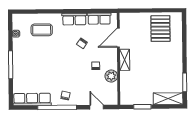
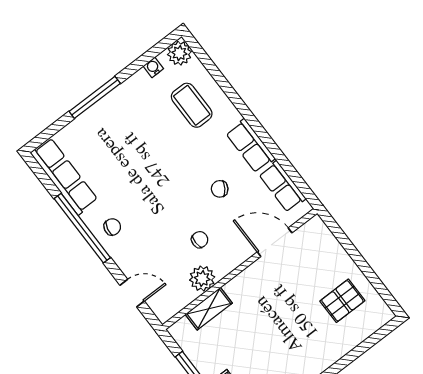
plant: (18, 20) -> (179, 53), added
pallet: (160, 29) -> (342, 301), width x0.67, depth x0.71
shelving: (125, 60) -> (209, 309), moved
door: (97, 107) -> (132, 293), hinge flipped

